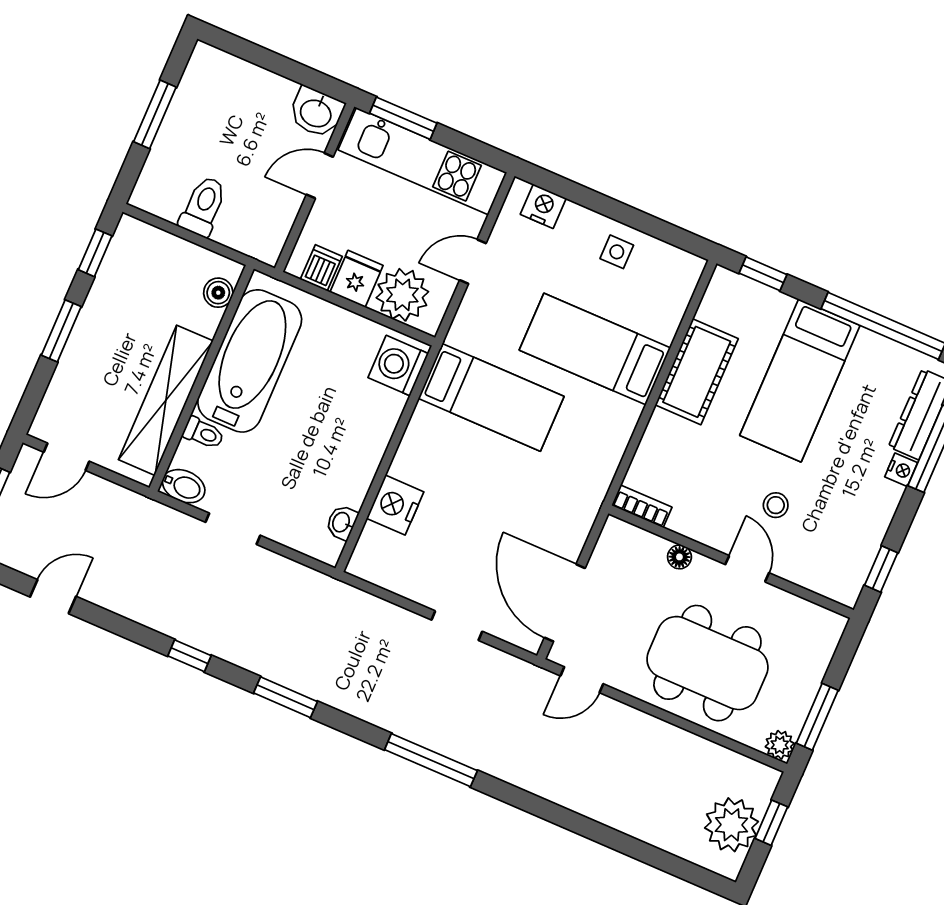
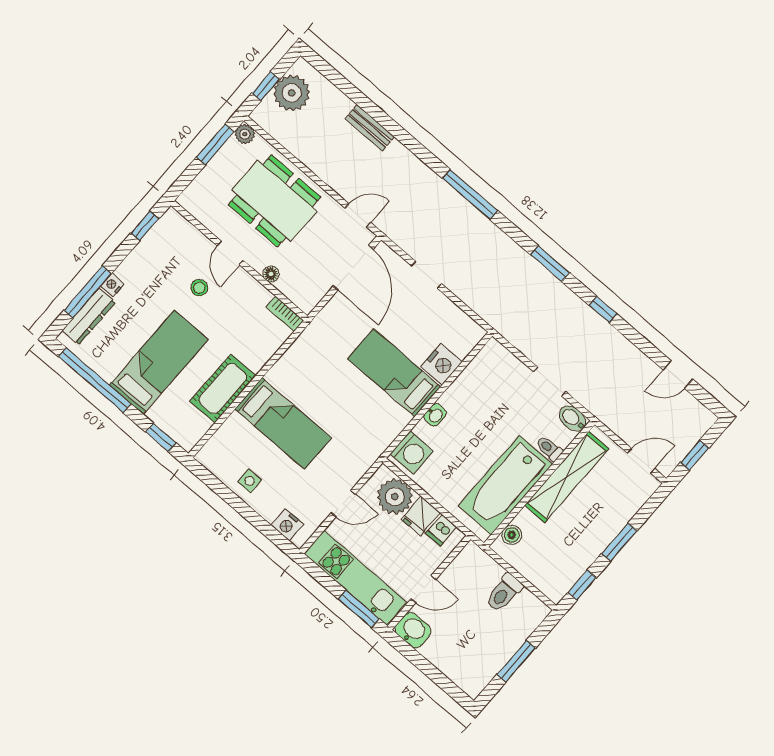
bed: (491, 397) -> (394, 373), moved
washbasin: (342, 522) -> (435, 415), moved
bench: (604, 810) -> (370, 128), added

